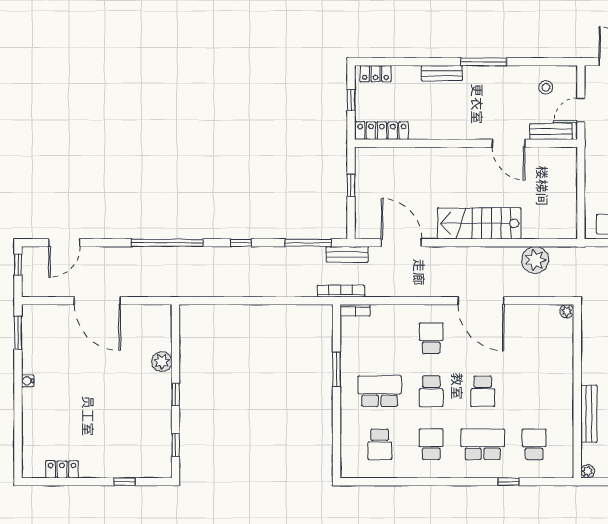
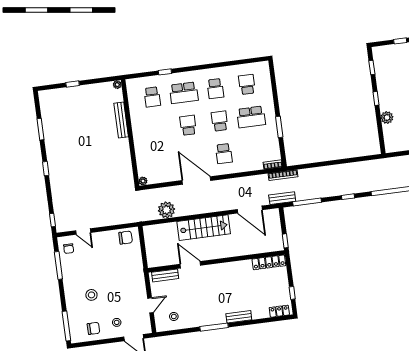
locker: (382, 131) -> (269, 262), moved
bench: (551, 132) -> (165, 275), moved
wall: (466, 143) -> (216, 261), moved
door: (508, 143) -> (190, 265), moved

